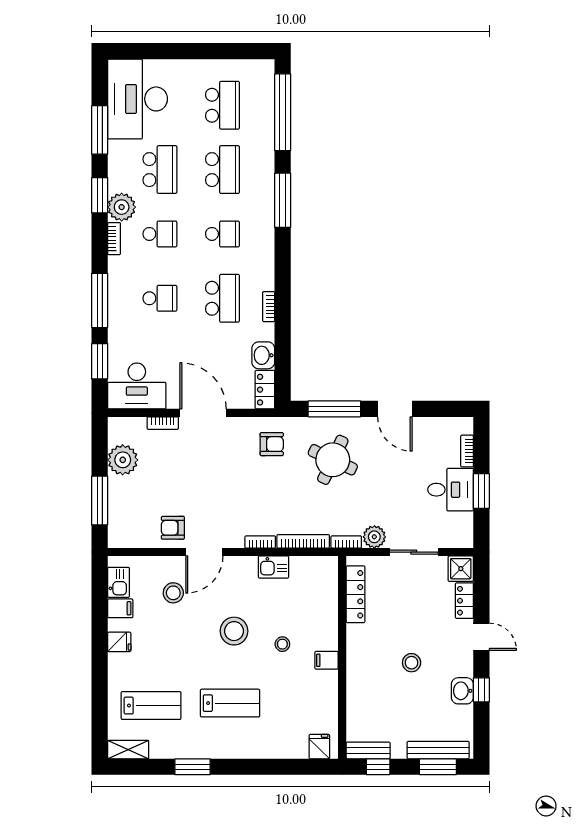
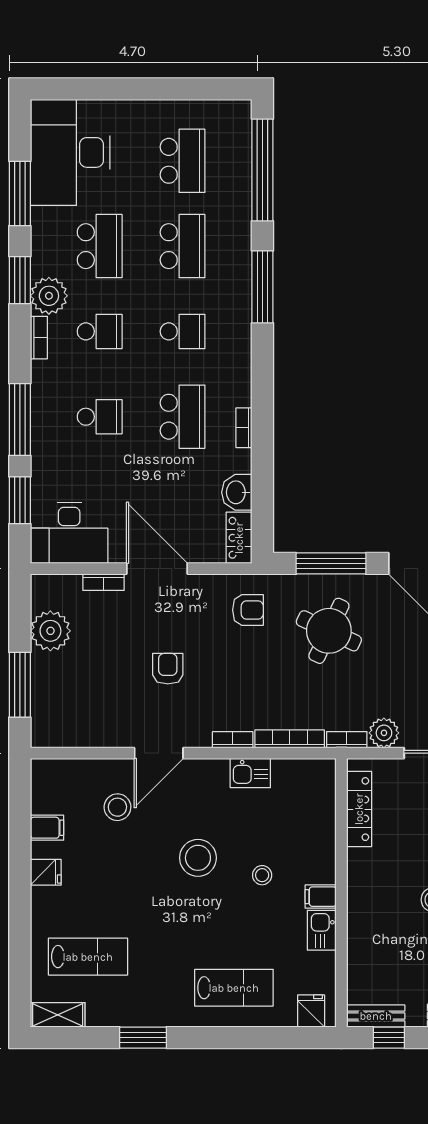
armchair: (173, 528) -> (168, 669), moved, turned 90
kitchen sink: (119, 582) -> (322, 930), moved, turned 180
lab bench: (230, 703) -> (234, 988), moved

